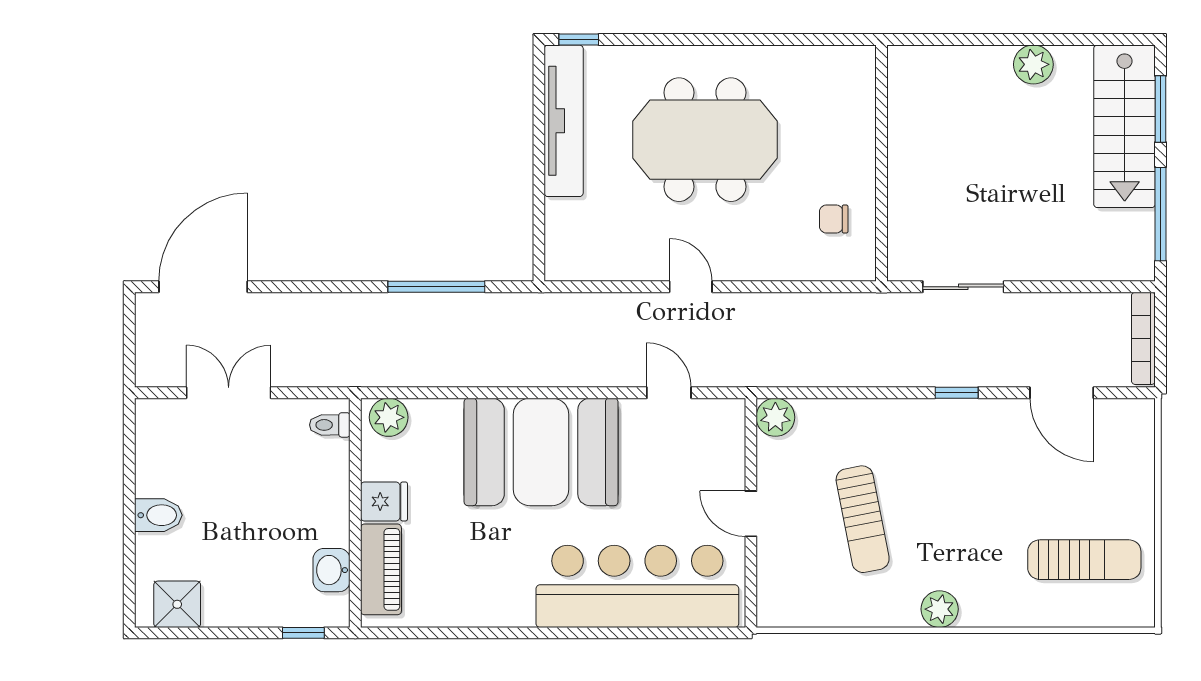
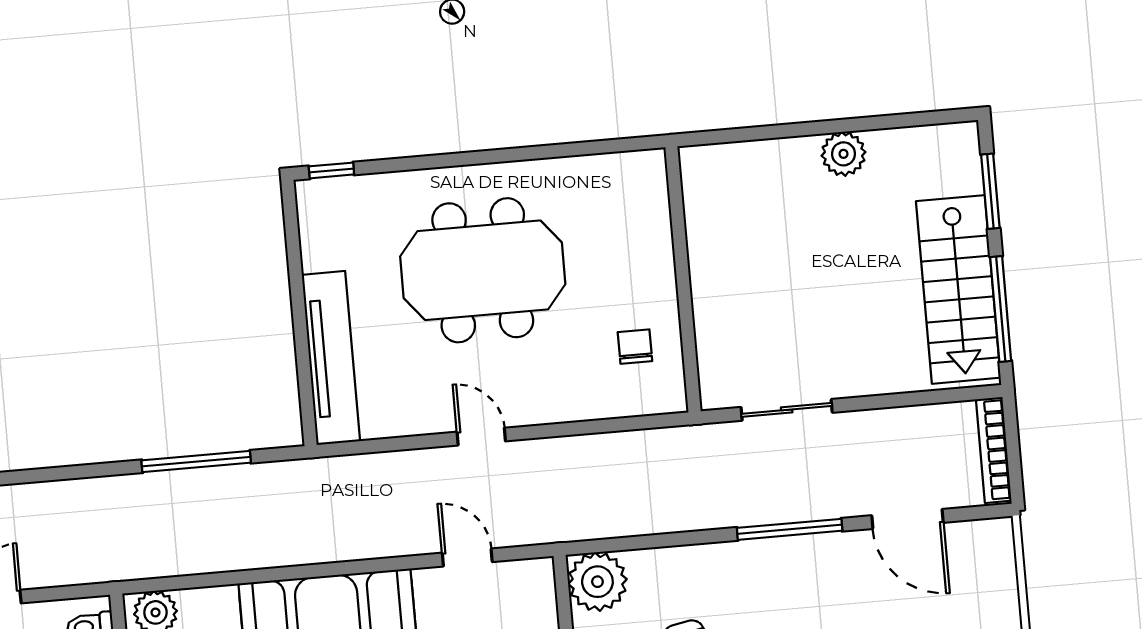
tv unit: (564, 121) -> (331, 358), moved
stairs: (1125, 126) -> (958, 289), moved
chair: (834, 219) -> (635, 347), turned 90
window: (957, 393) -> (790, 529), width x2.17
plant: (775, 417) -> (597, 582), width x1.36, depth x1.36

